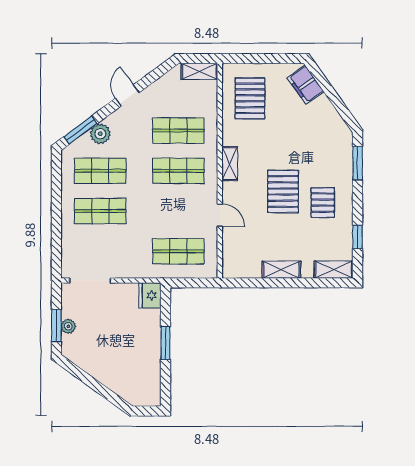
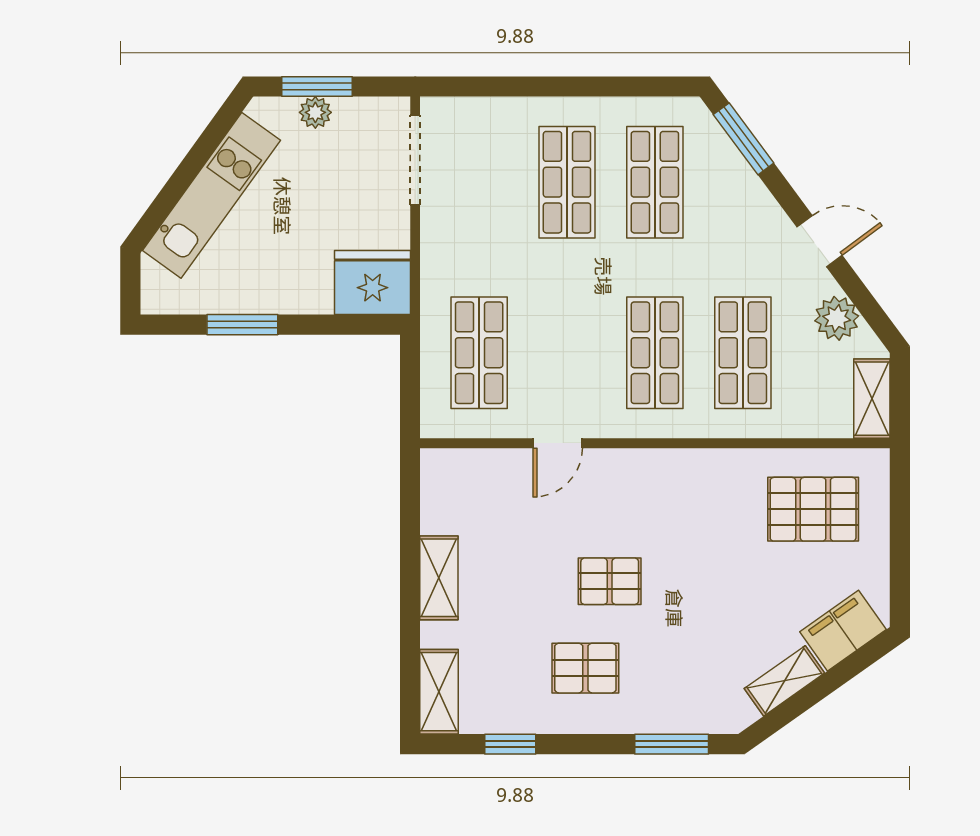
plant: (100, 134) -> (837, 318), moved
shelving: (230, 164) -> (784, 681), moved, turned -35
pallet: (283, 191) -> (610, 581), width x0.67, depth x0.71
fridge: (150, 295) -> (373, 282), width x1.36, depth x1.34
window: (165, 343) -> (242, 325), moved
kitchen unit: (106, 374) -> (211, 195), added

